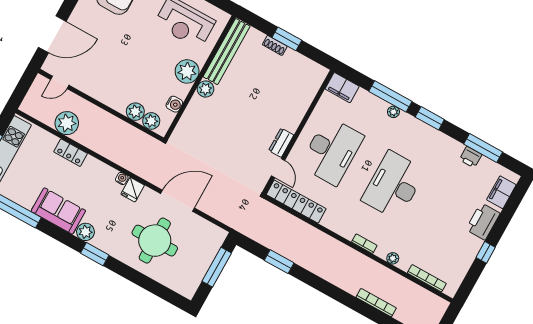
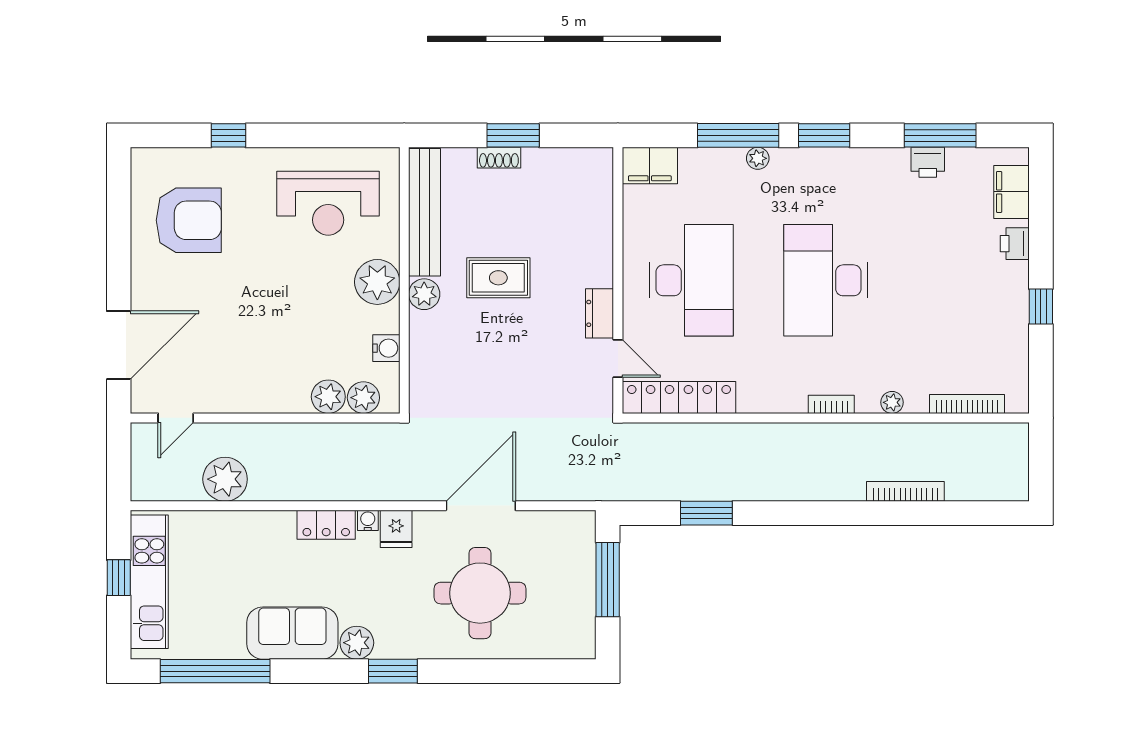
rug: (244, 100) -> (498, 278), added
locker: (71, 153) -> (326, 525), moved
printer: (483, 221) -> (1015, 244), width x0.53, depth x0.68

